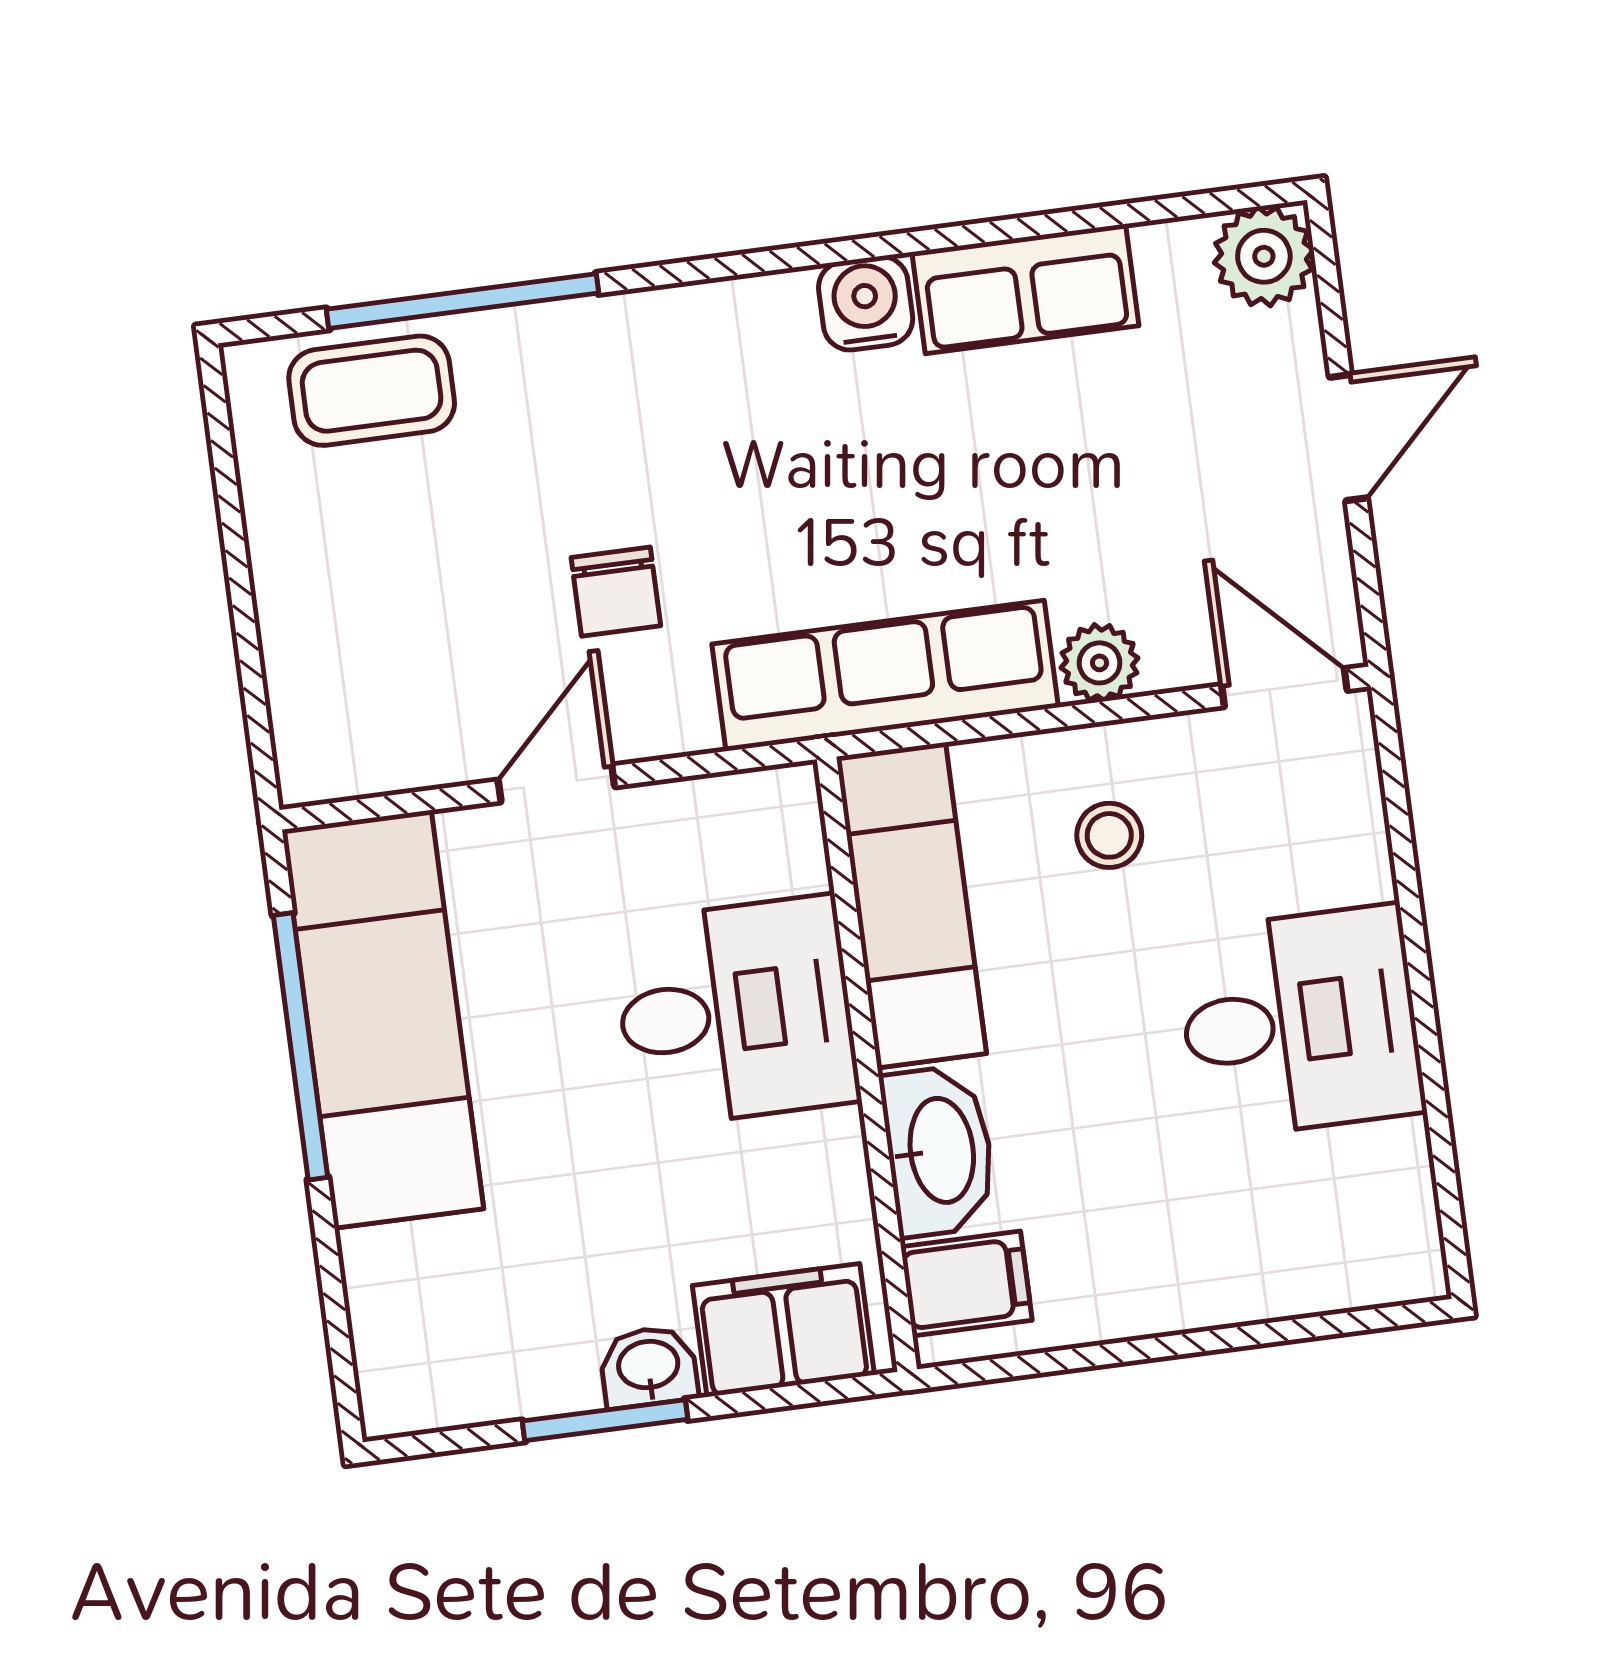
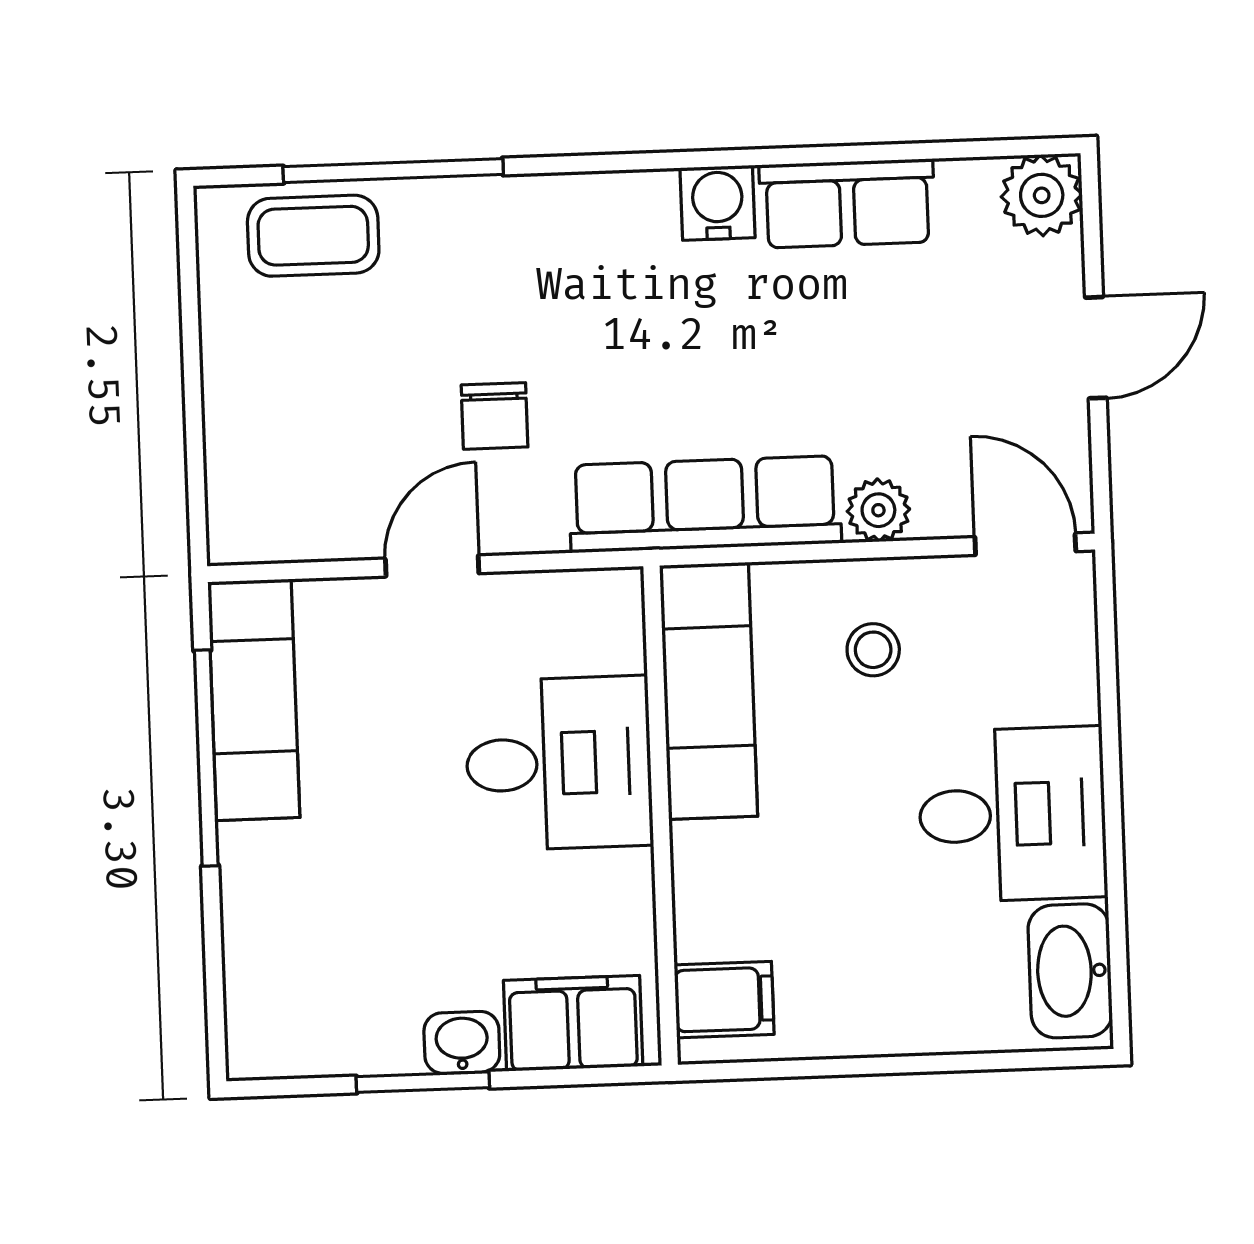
exam couch: (383, 1019) -> (254, 700), width x0.73, depth x0.69
washbasin: (939, 1151) -> (1070, 971), moved, turned 180

